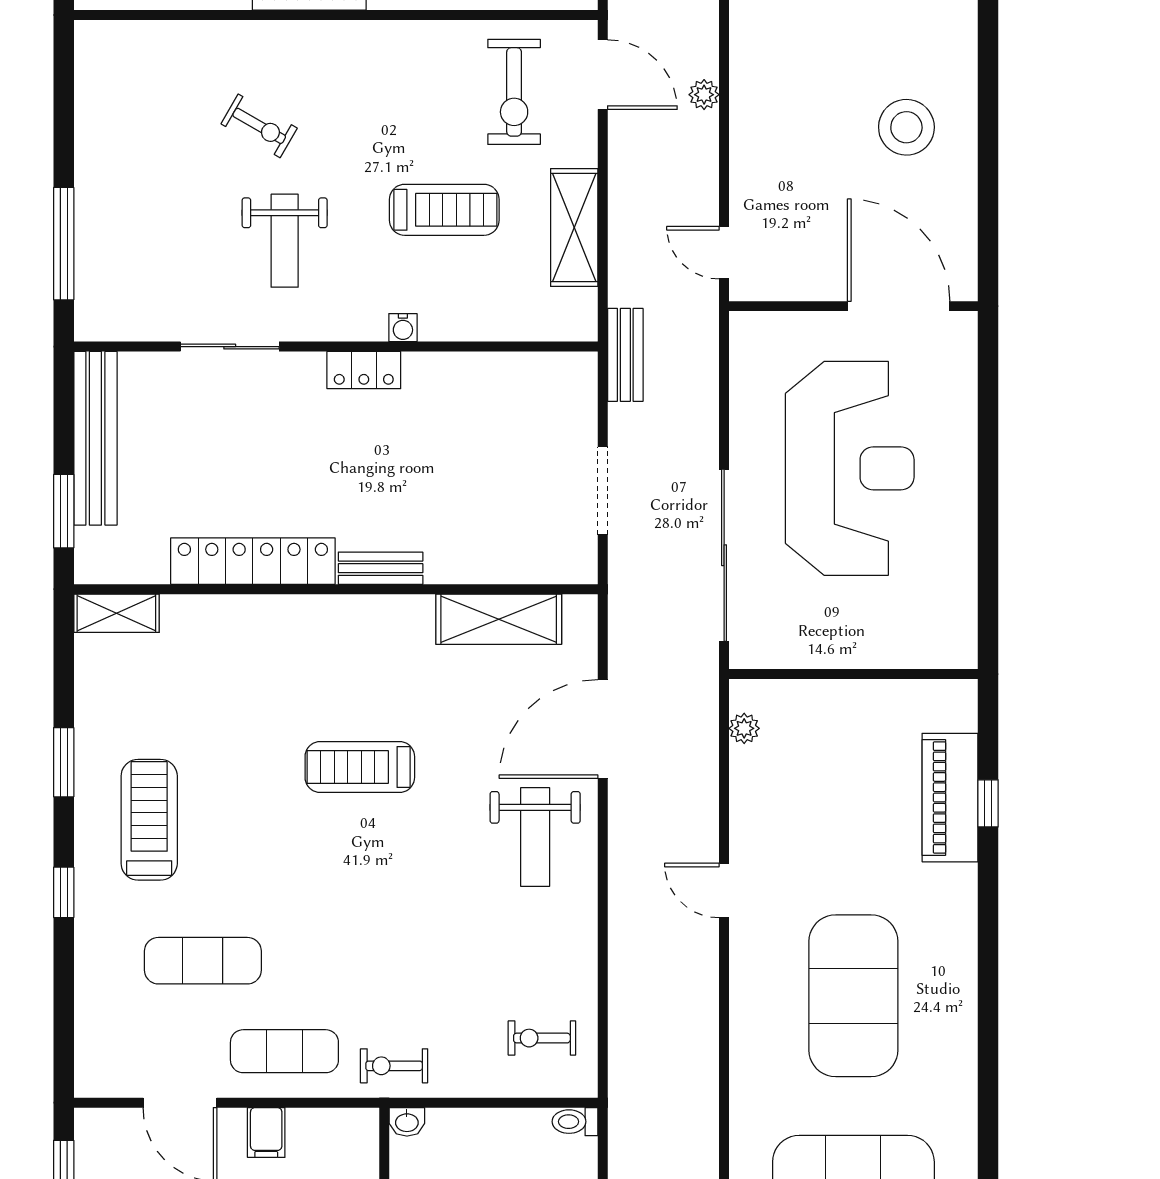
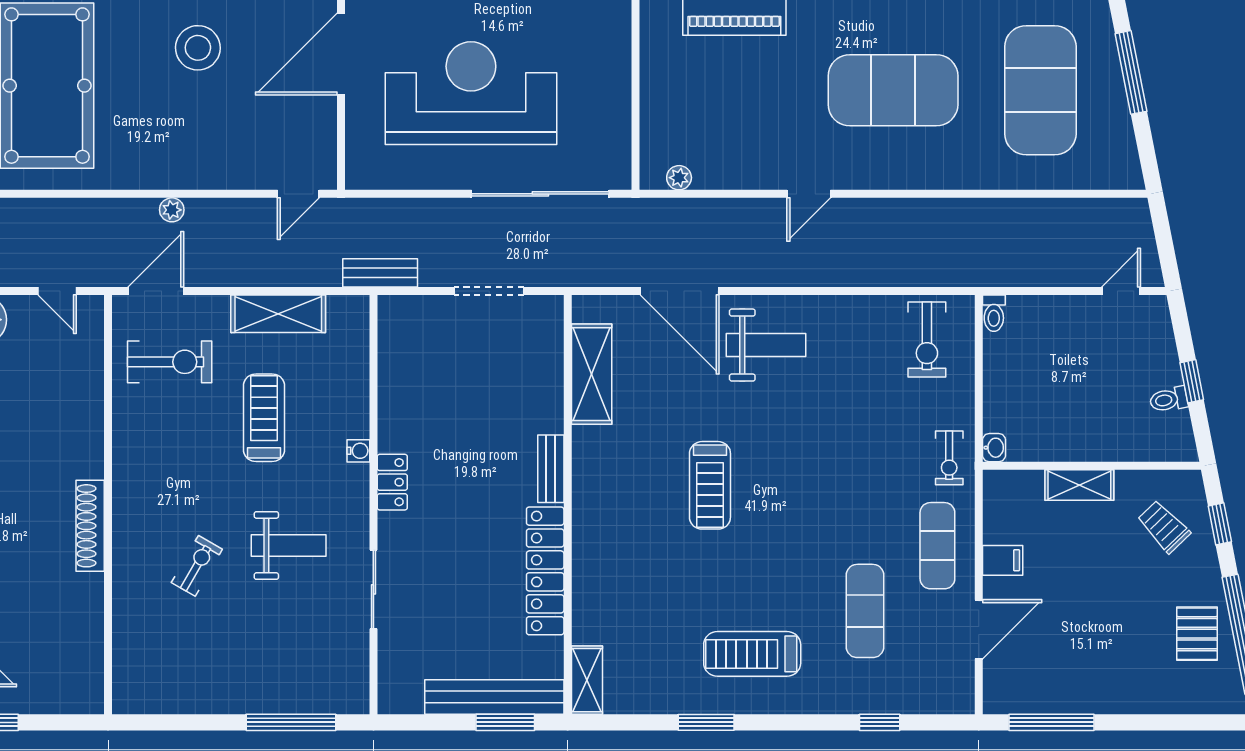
bench: (95, 438) -> (494, 697), moved
window: (64, 892) -> (880, 722), moved
exercise bike: (542, 1038) -> (927, 340), width x1.38, depth x1.39

